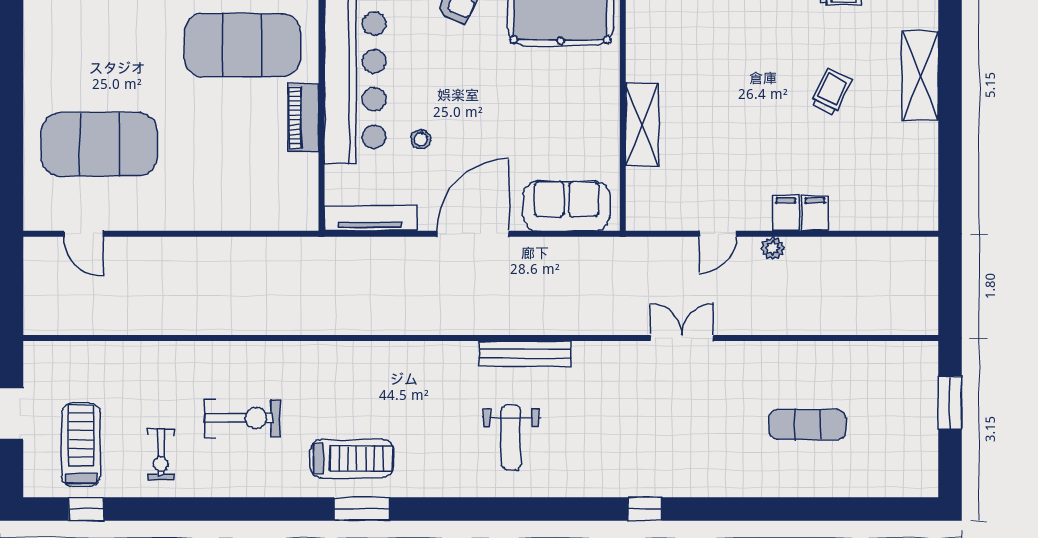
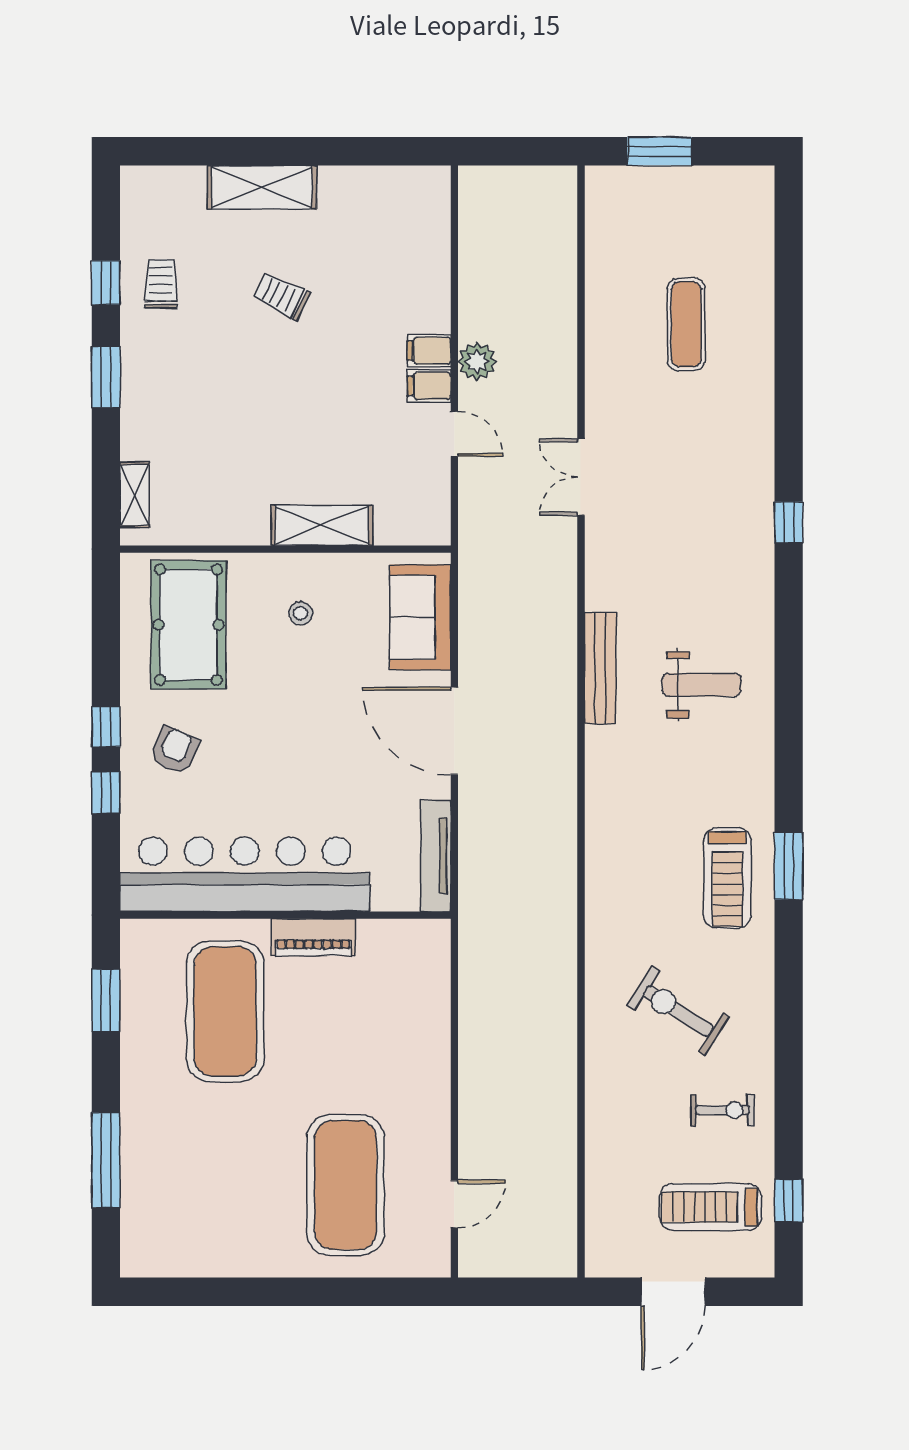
stool: (421, 139) -> (301, 613), moved
filing cabinet: (815, 213) -> (429, 386), moved
plant: (773, 248) -> (477, 362), width x1.38, depth x1.38
exercise bike: (242, 418) -> (678, 1011), turned -57
treadmill: (352, 459) -> (727, 878), turned 180

